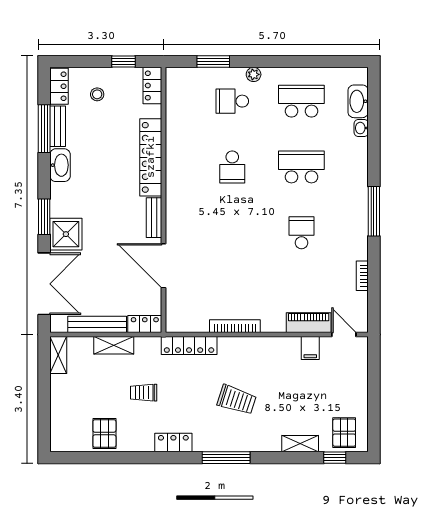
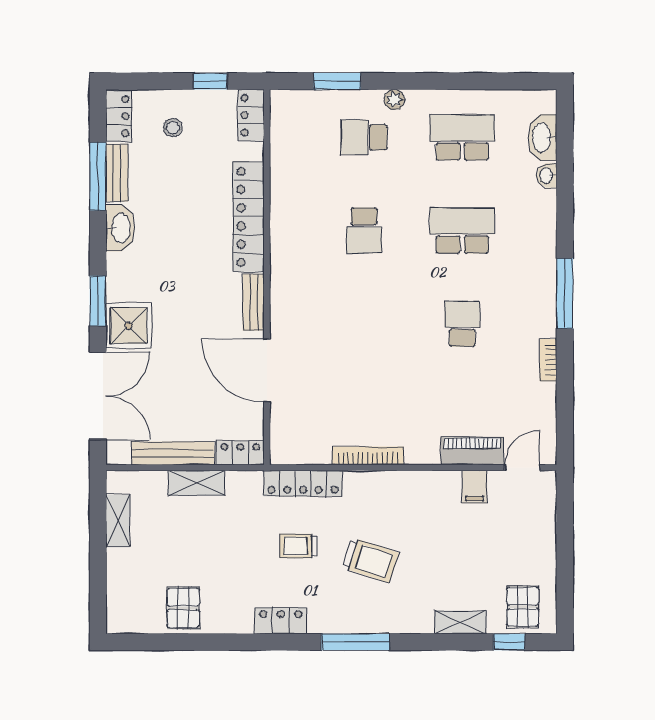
bookcase: (362, 276) -> (548, 360), moved
door: (344, 334) -> (522, 468), hinge flipped
shelving: (58, 355) -> (118, 521), moved
trolley: (144, 393) -> (298, 546), moved

